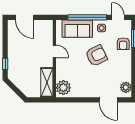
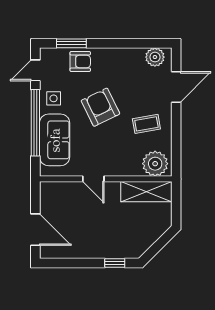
door: (25, 17) -> (35, 230), hinge flipped
door: (54, 51) -> (93, 179), swing flipped
coffee table: (87, 82) -> (146, 124), added

